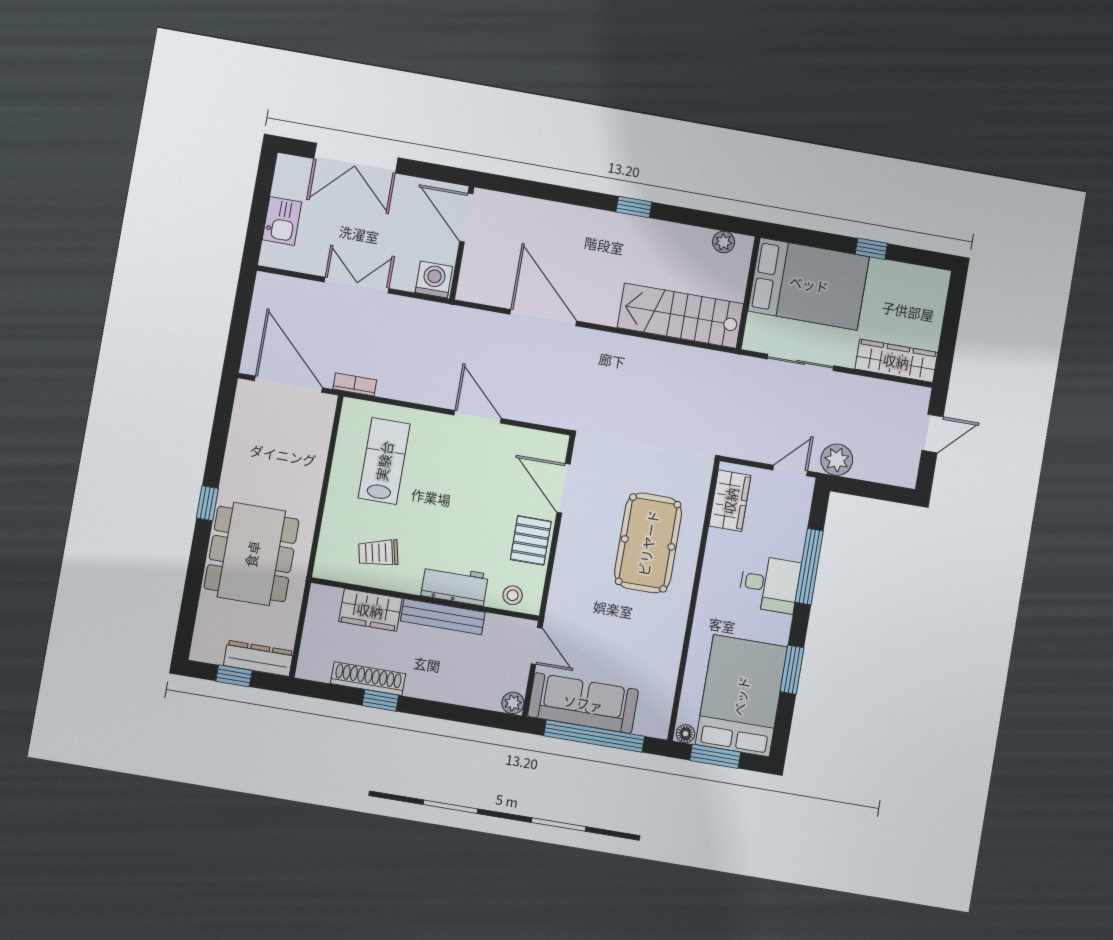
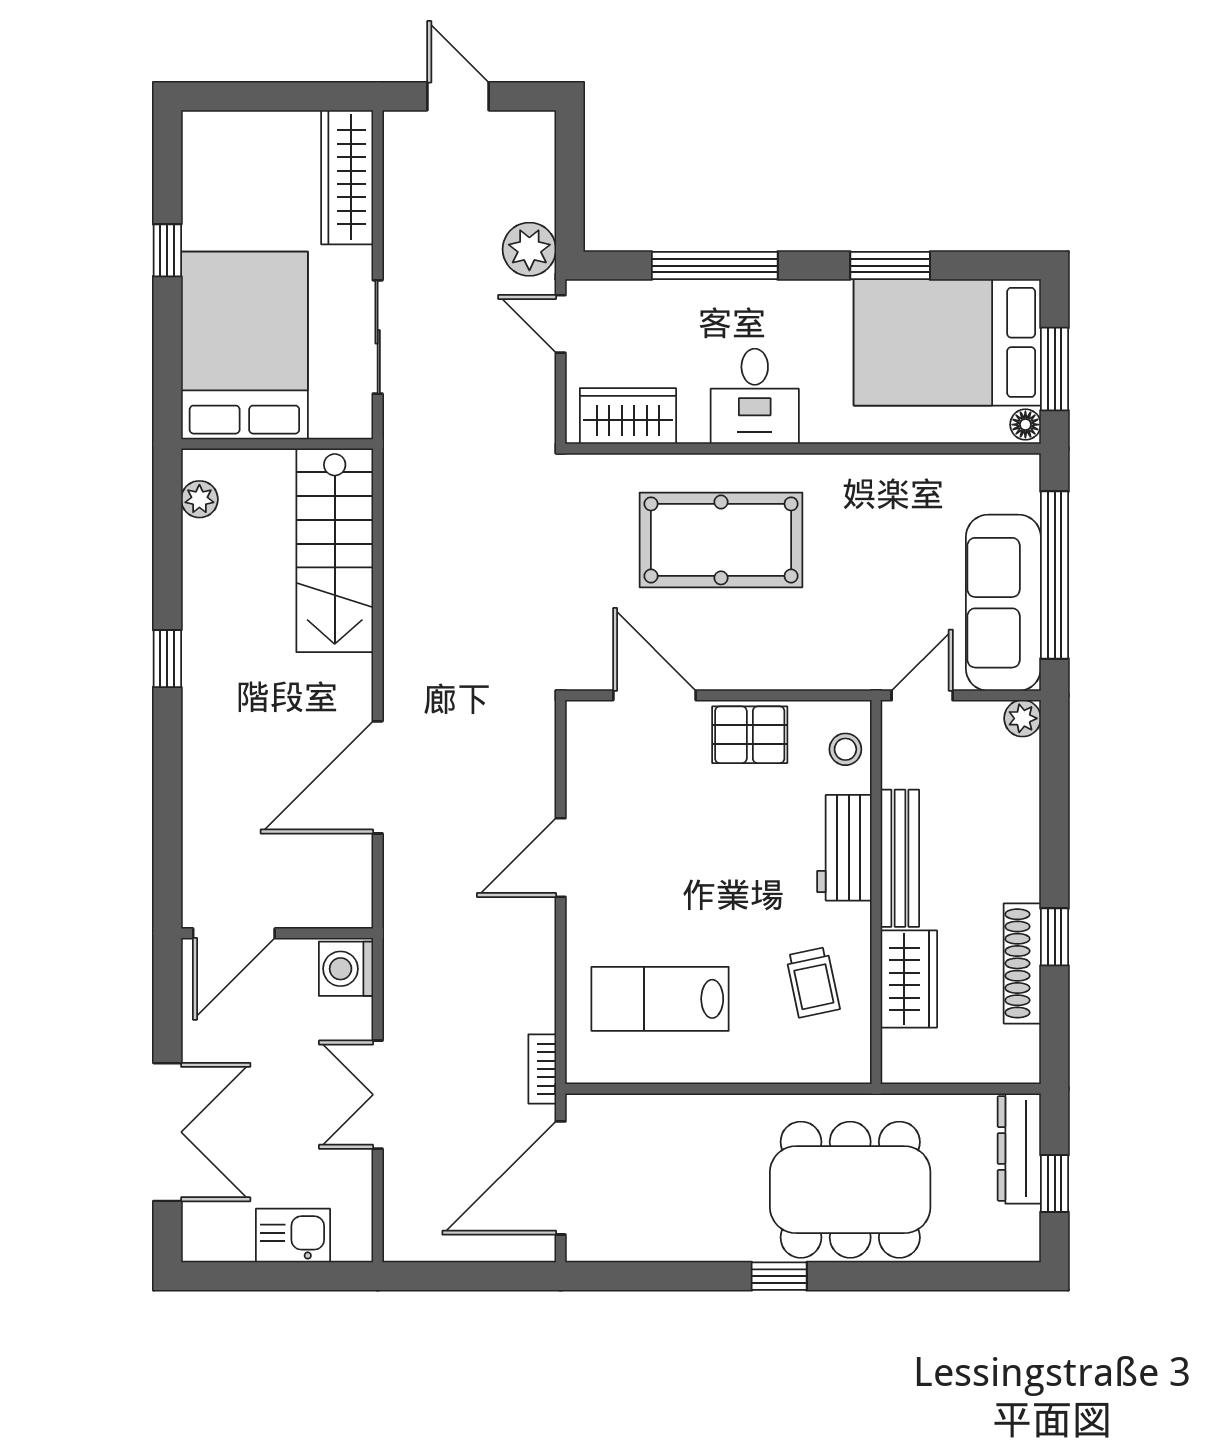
door: (564, 488) -> (655, 695), swing flipped
desk: (769, 584) -> (755, 396), moved, turned 180

